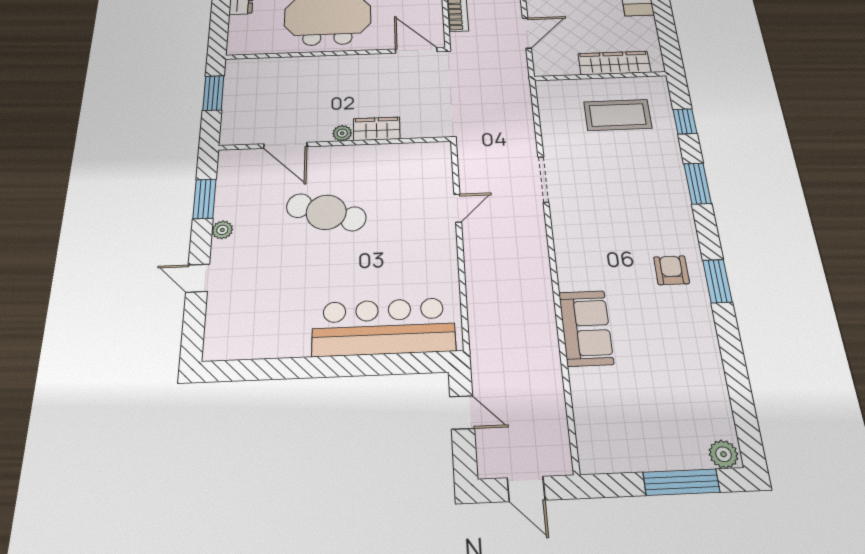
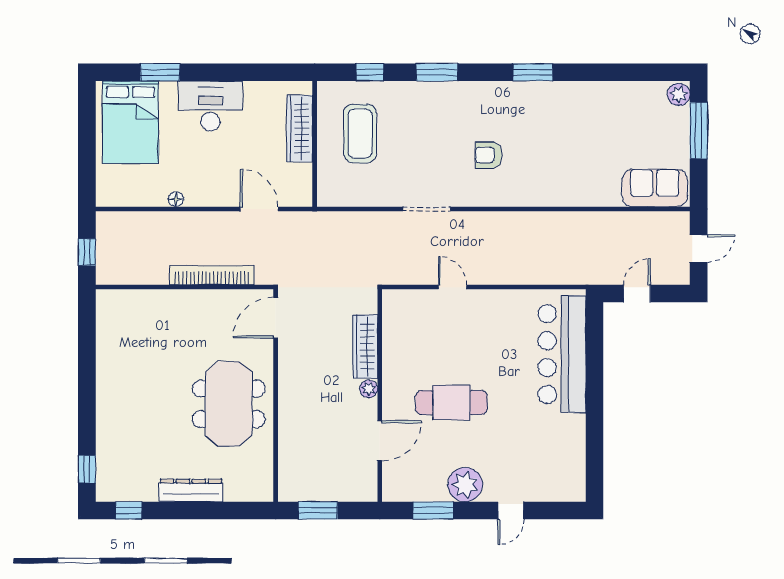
wardrobe: (377, 129) -> (365, 347), width x1.50
cafe table: (326, 212) -> (452, 403), turned 72
plant: (222, 230) -> (465, 485), width x1.88, depth x1.88
armchair: (671, 270) -> (489, 155), moved
sofa: (586, 328) -> (655, 188), moved

